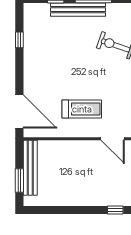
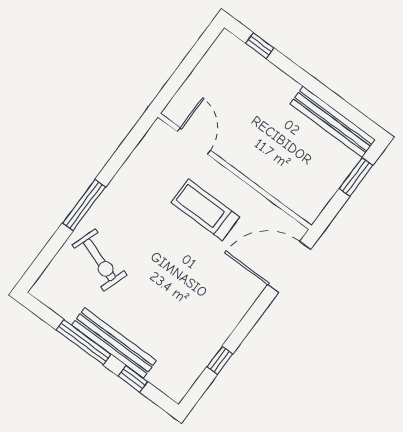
door: (19, 111) -> (289, 267), hinge flipped
bench: (30, 168) -> (333, 122), moved, turned 90

